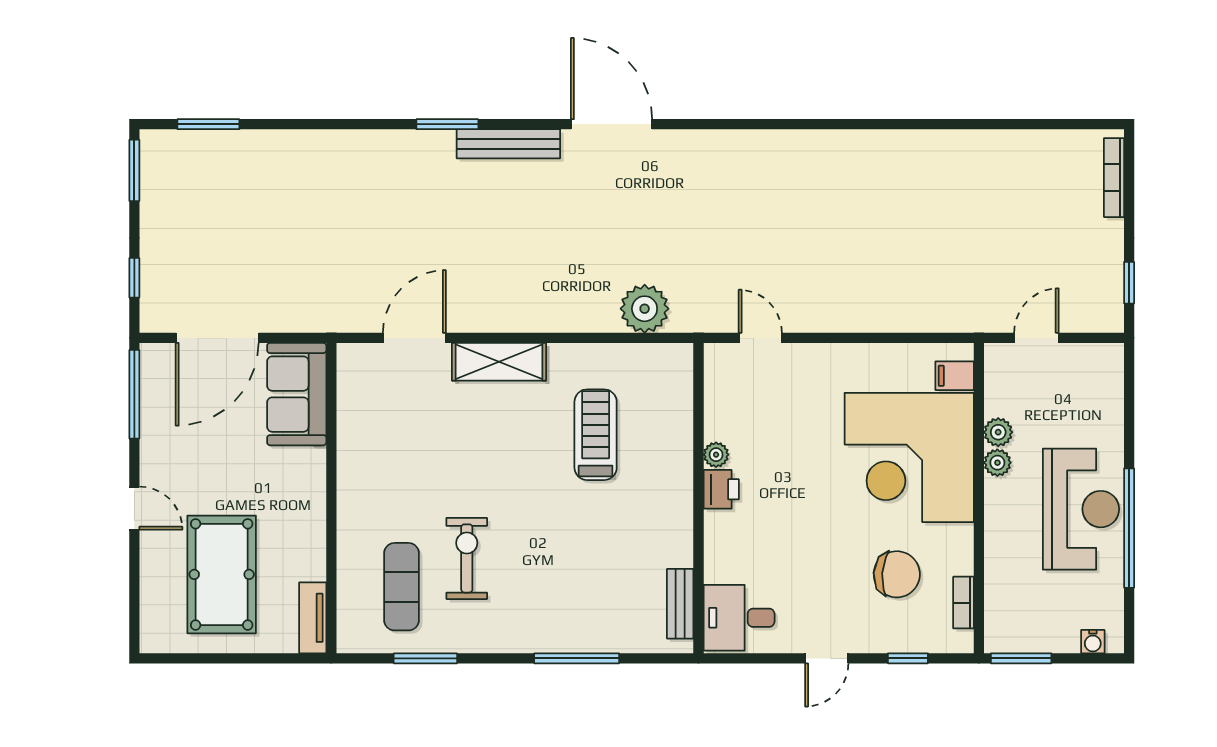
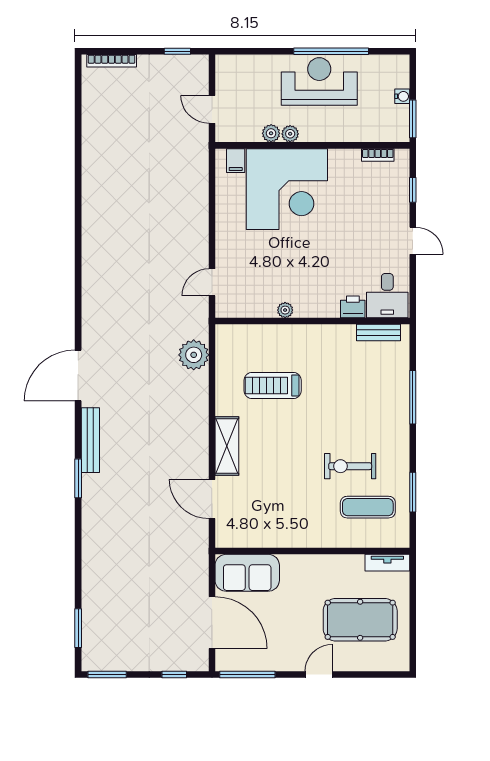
printer: (721, 489) -> (353, 307), moved
chair: (897, 574) -> (360, 197), removed
water cooler: (1093, 642) -> (402, 96), moved

